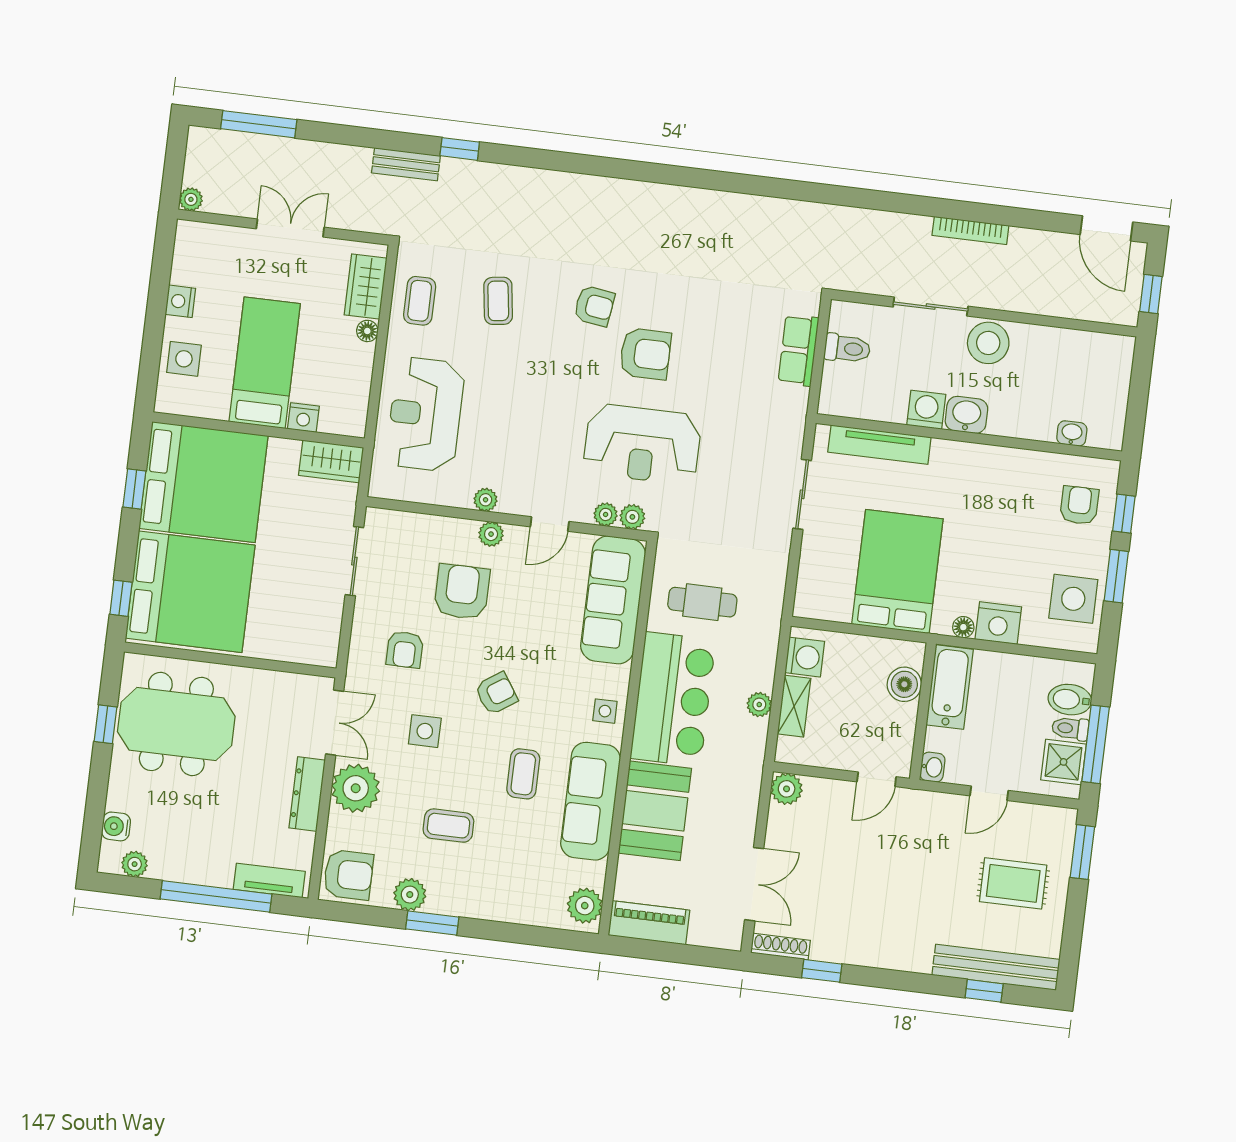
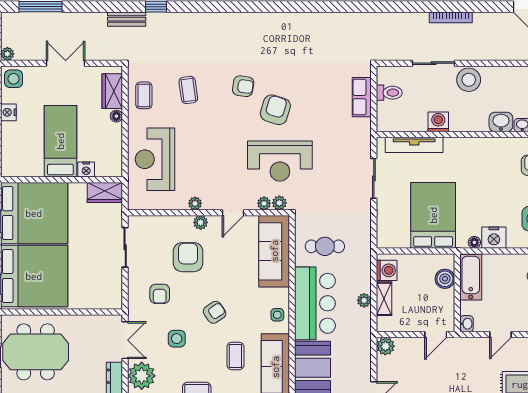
armchair: (645, 354) -> (275, 110), turned -73
side table: (184, 359) -> (14, 79), moved
washbasin: (966, 415) -> (501, 122), moved

